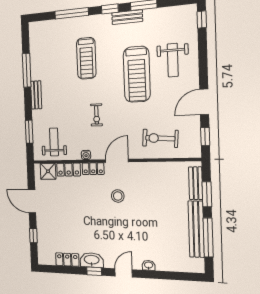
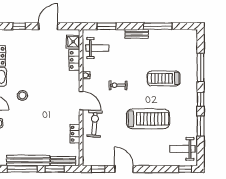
bench: (127, 17) -> (193, 113), removed
weight bench: (173, 60) -> (182, 149), moved
treadmill: (137, 74) -> (148, 119), turned 180
exercise bike: (160, 138) -> (95, 124), moved
locker: (93, 169) -> (75, 134), moved
stool: (118, 196) -> (22, 95), moved

